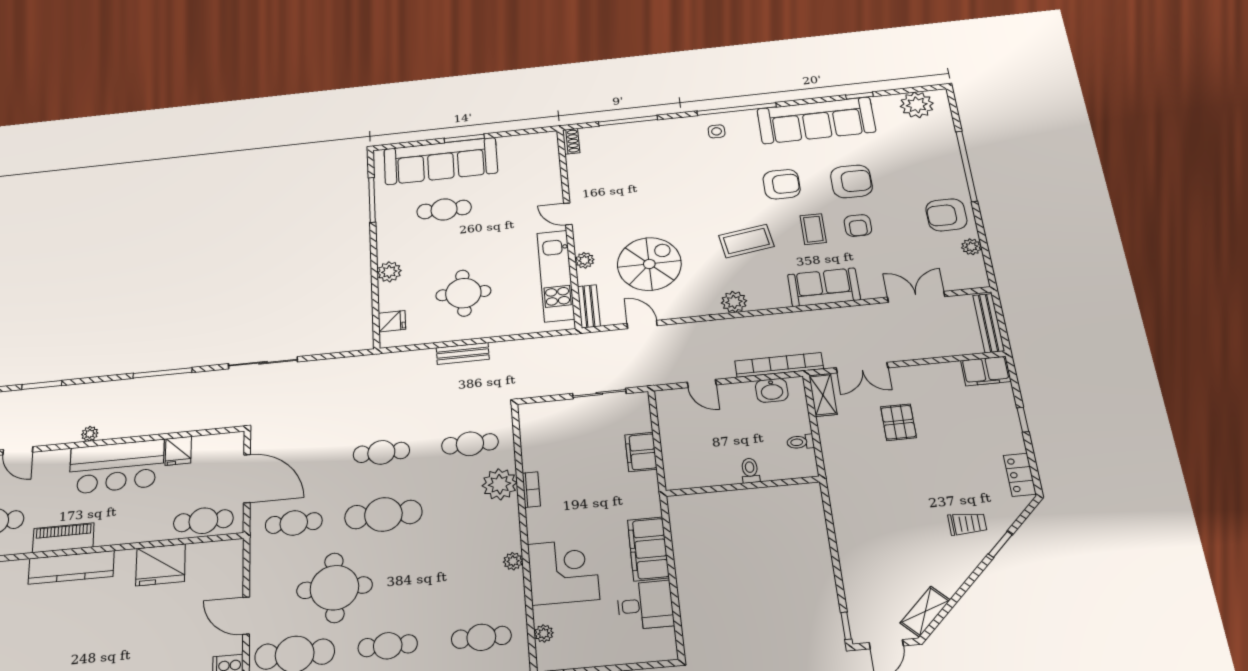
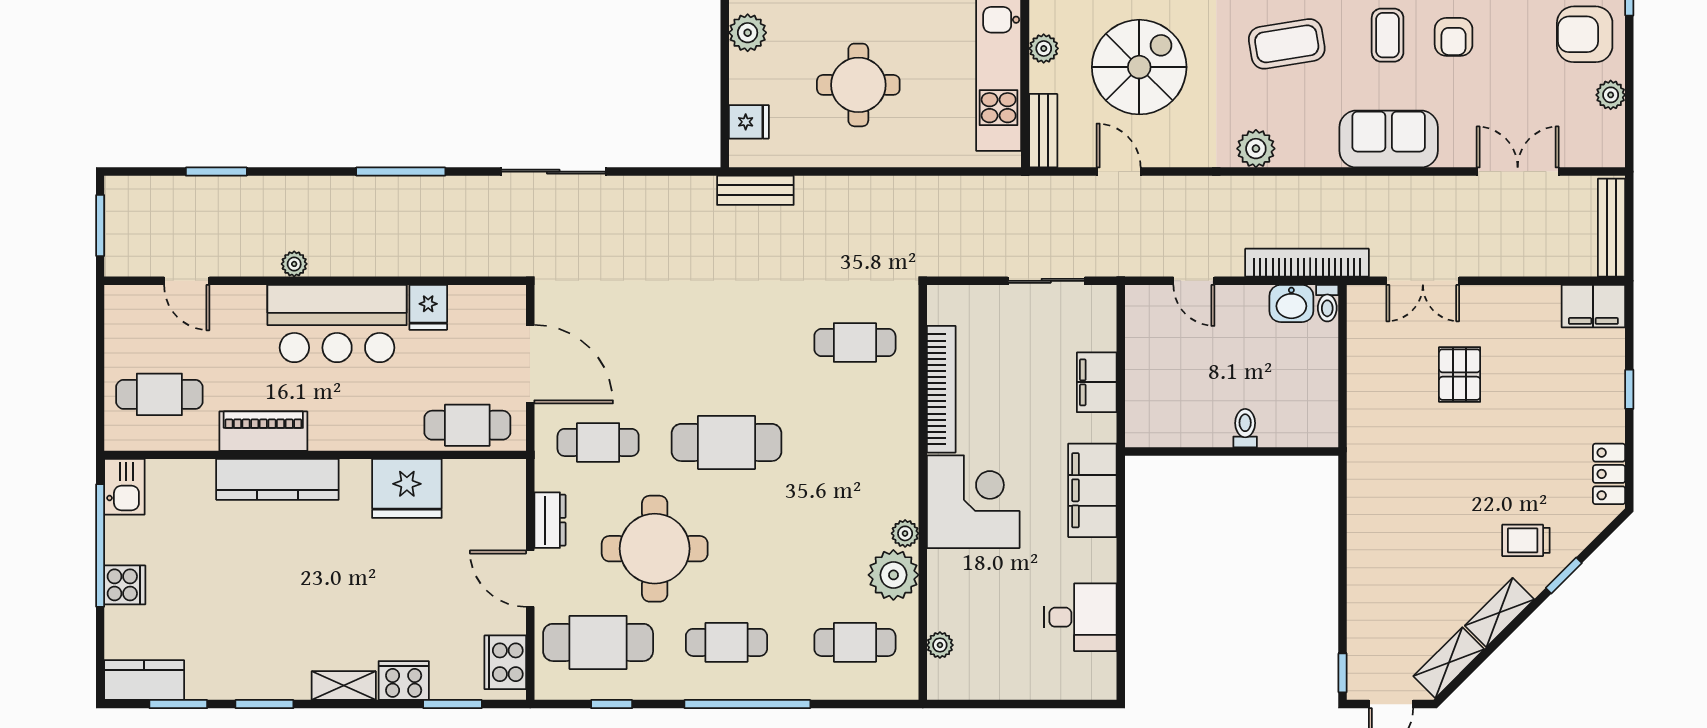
bench: (463, 353) -> (755, 190), moved
shelving: (823, 395) -> (1499, 612), moved, turned 45
toilet: (800, 442) -> (1327, 303), moved, turned -90
cafe table: (381, 452) -> (726, 342), removed
plant: (500, 484) -> (893, 575), moved
bookcase: (531, 489) -> (941, 389), width x2.31, depth x1.31
trolley: (967, 524) -> (1526, 540), turned 180
filing cabinet: (648, 549) -> (1092, 490), moved
corner desk: (563, 572) -> (973, 502), moved
dresser: (260, 576) -> (550, 520), added

